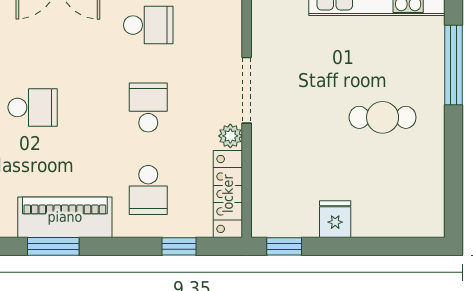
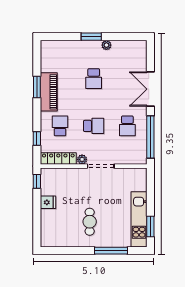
school desk: (148, 190) -> (60, 126), turned 90

